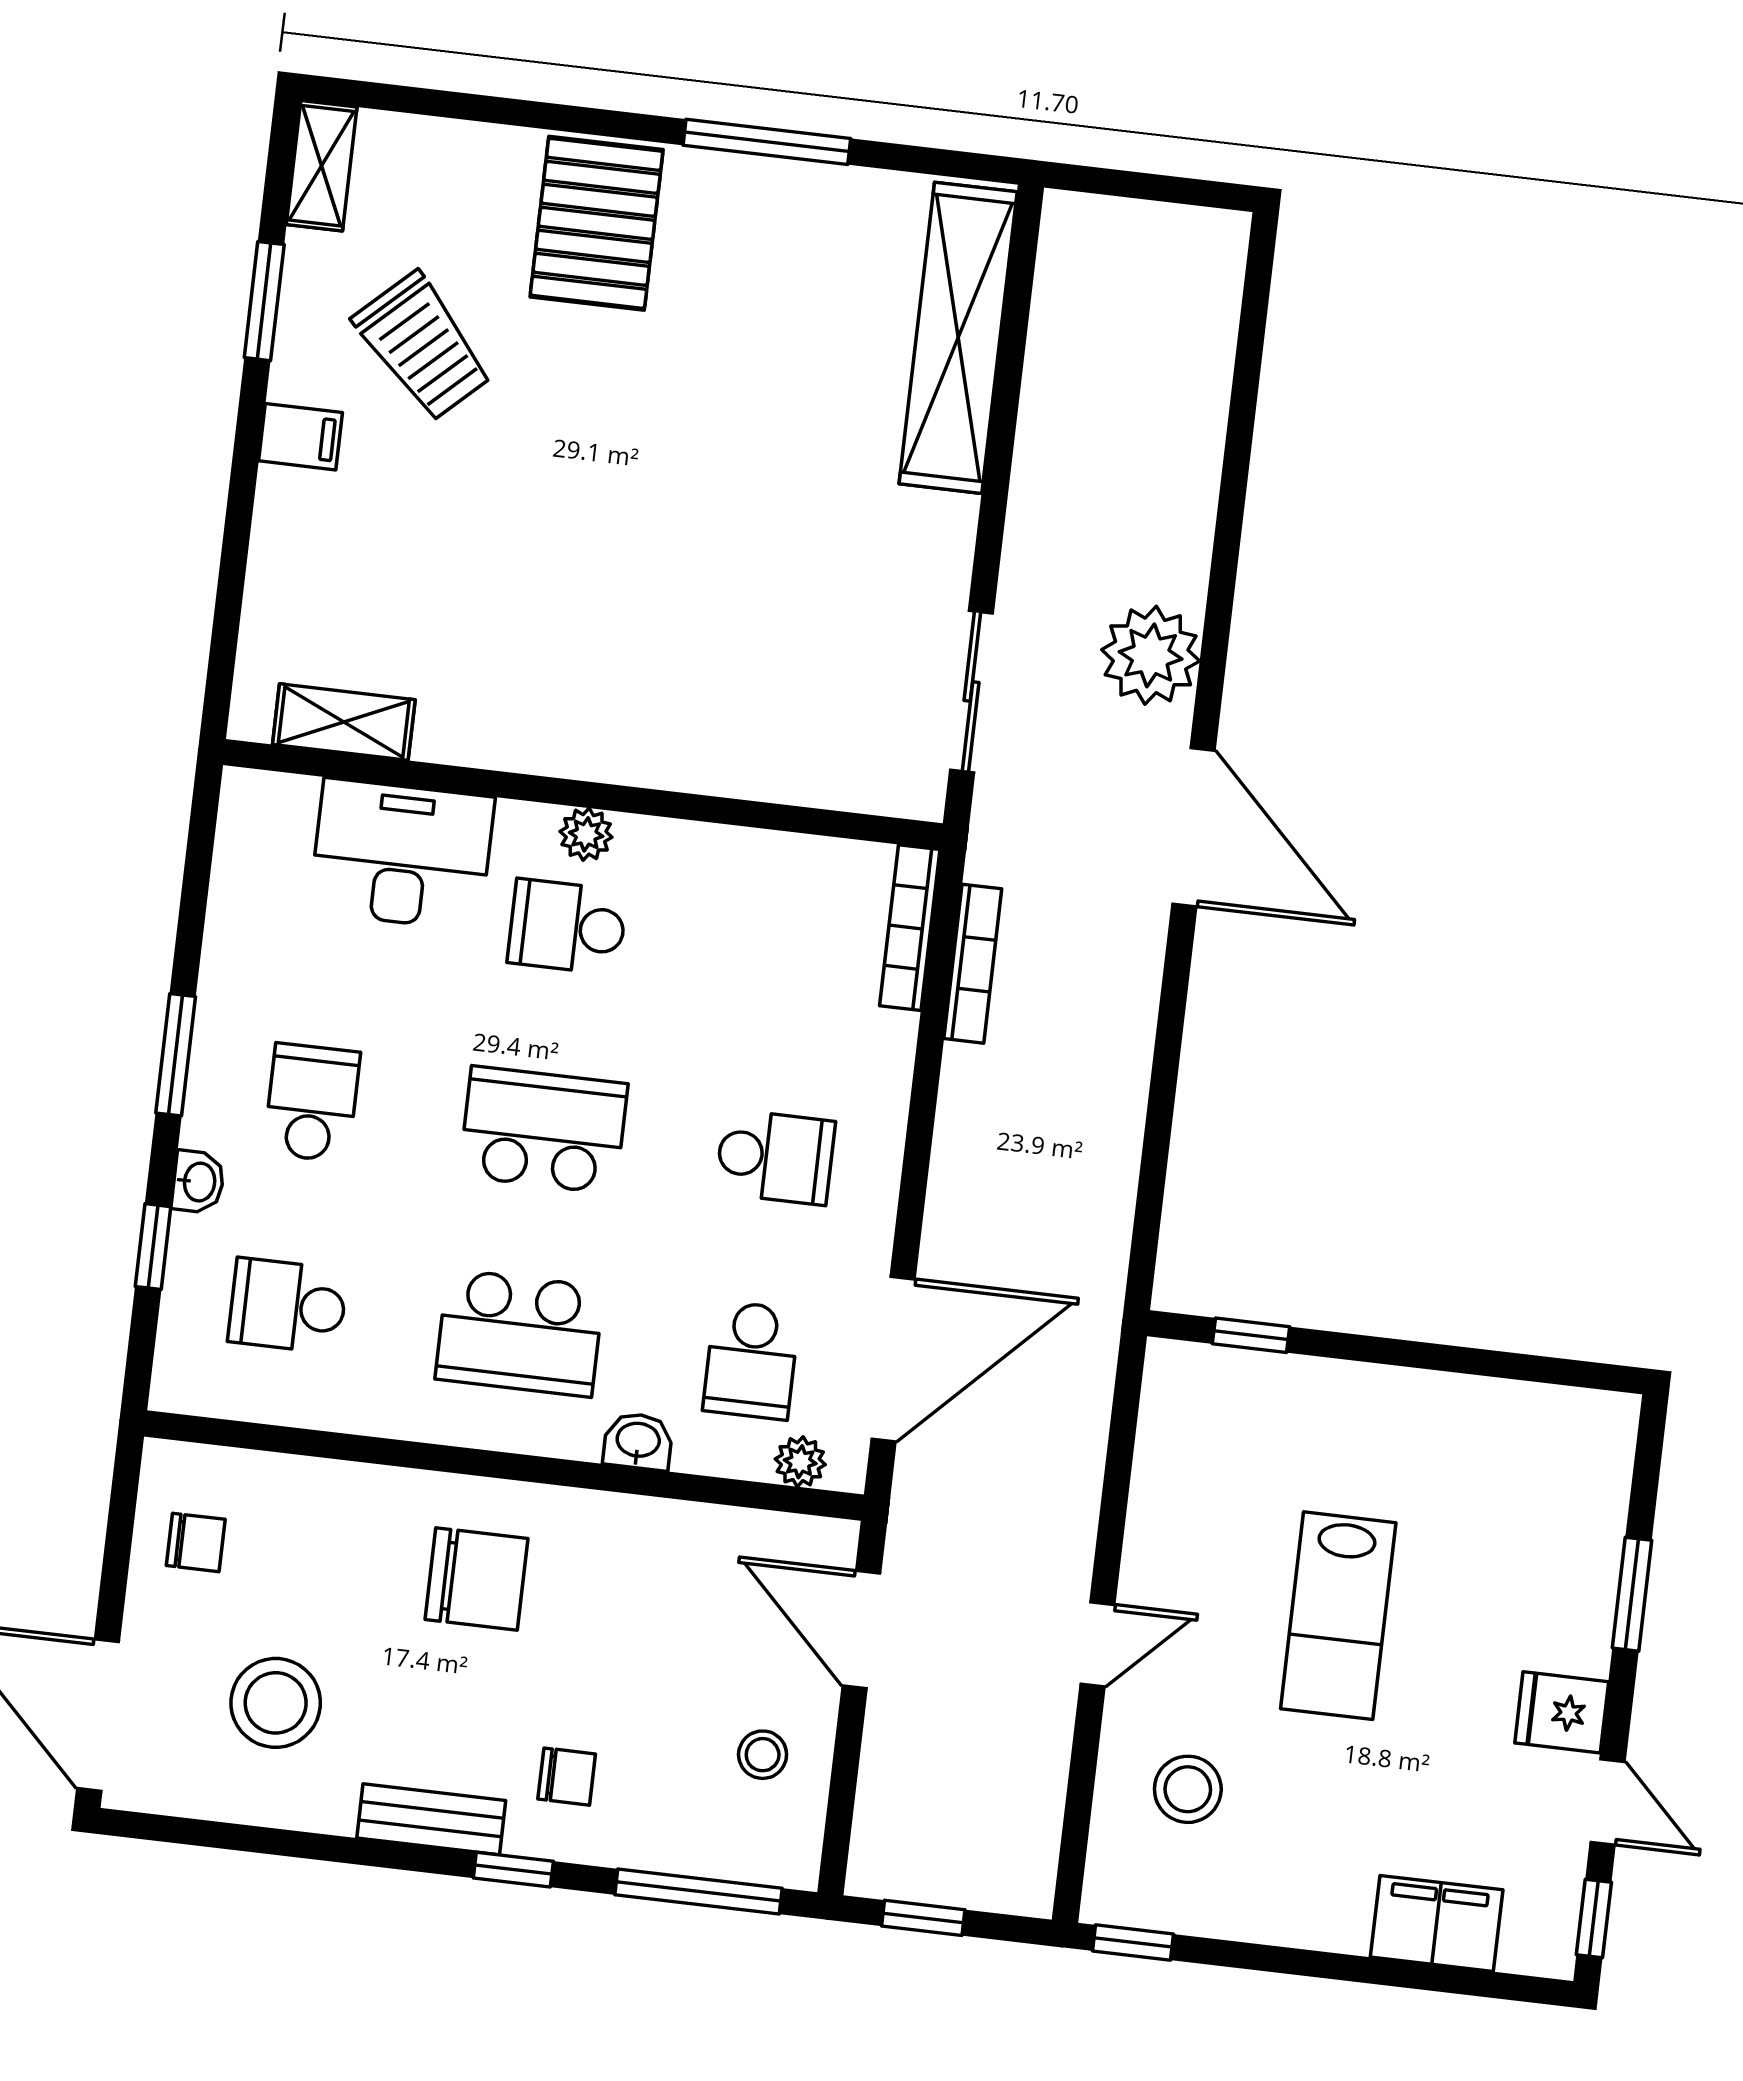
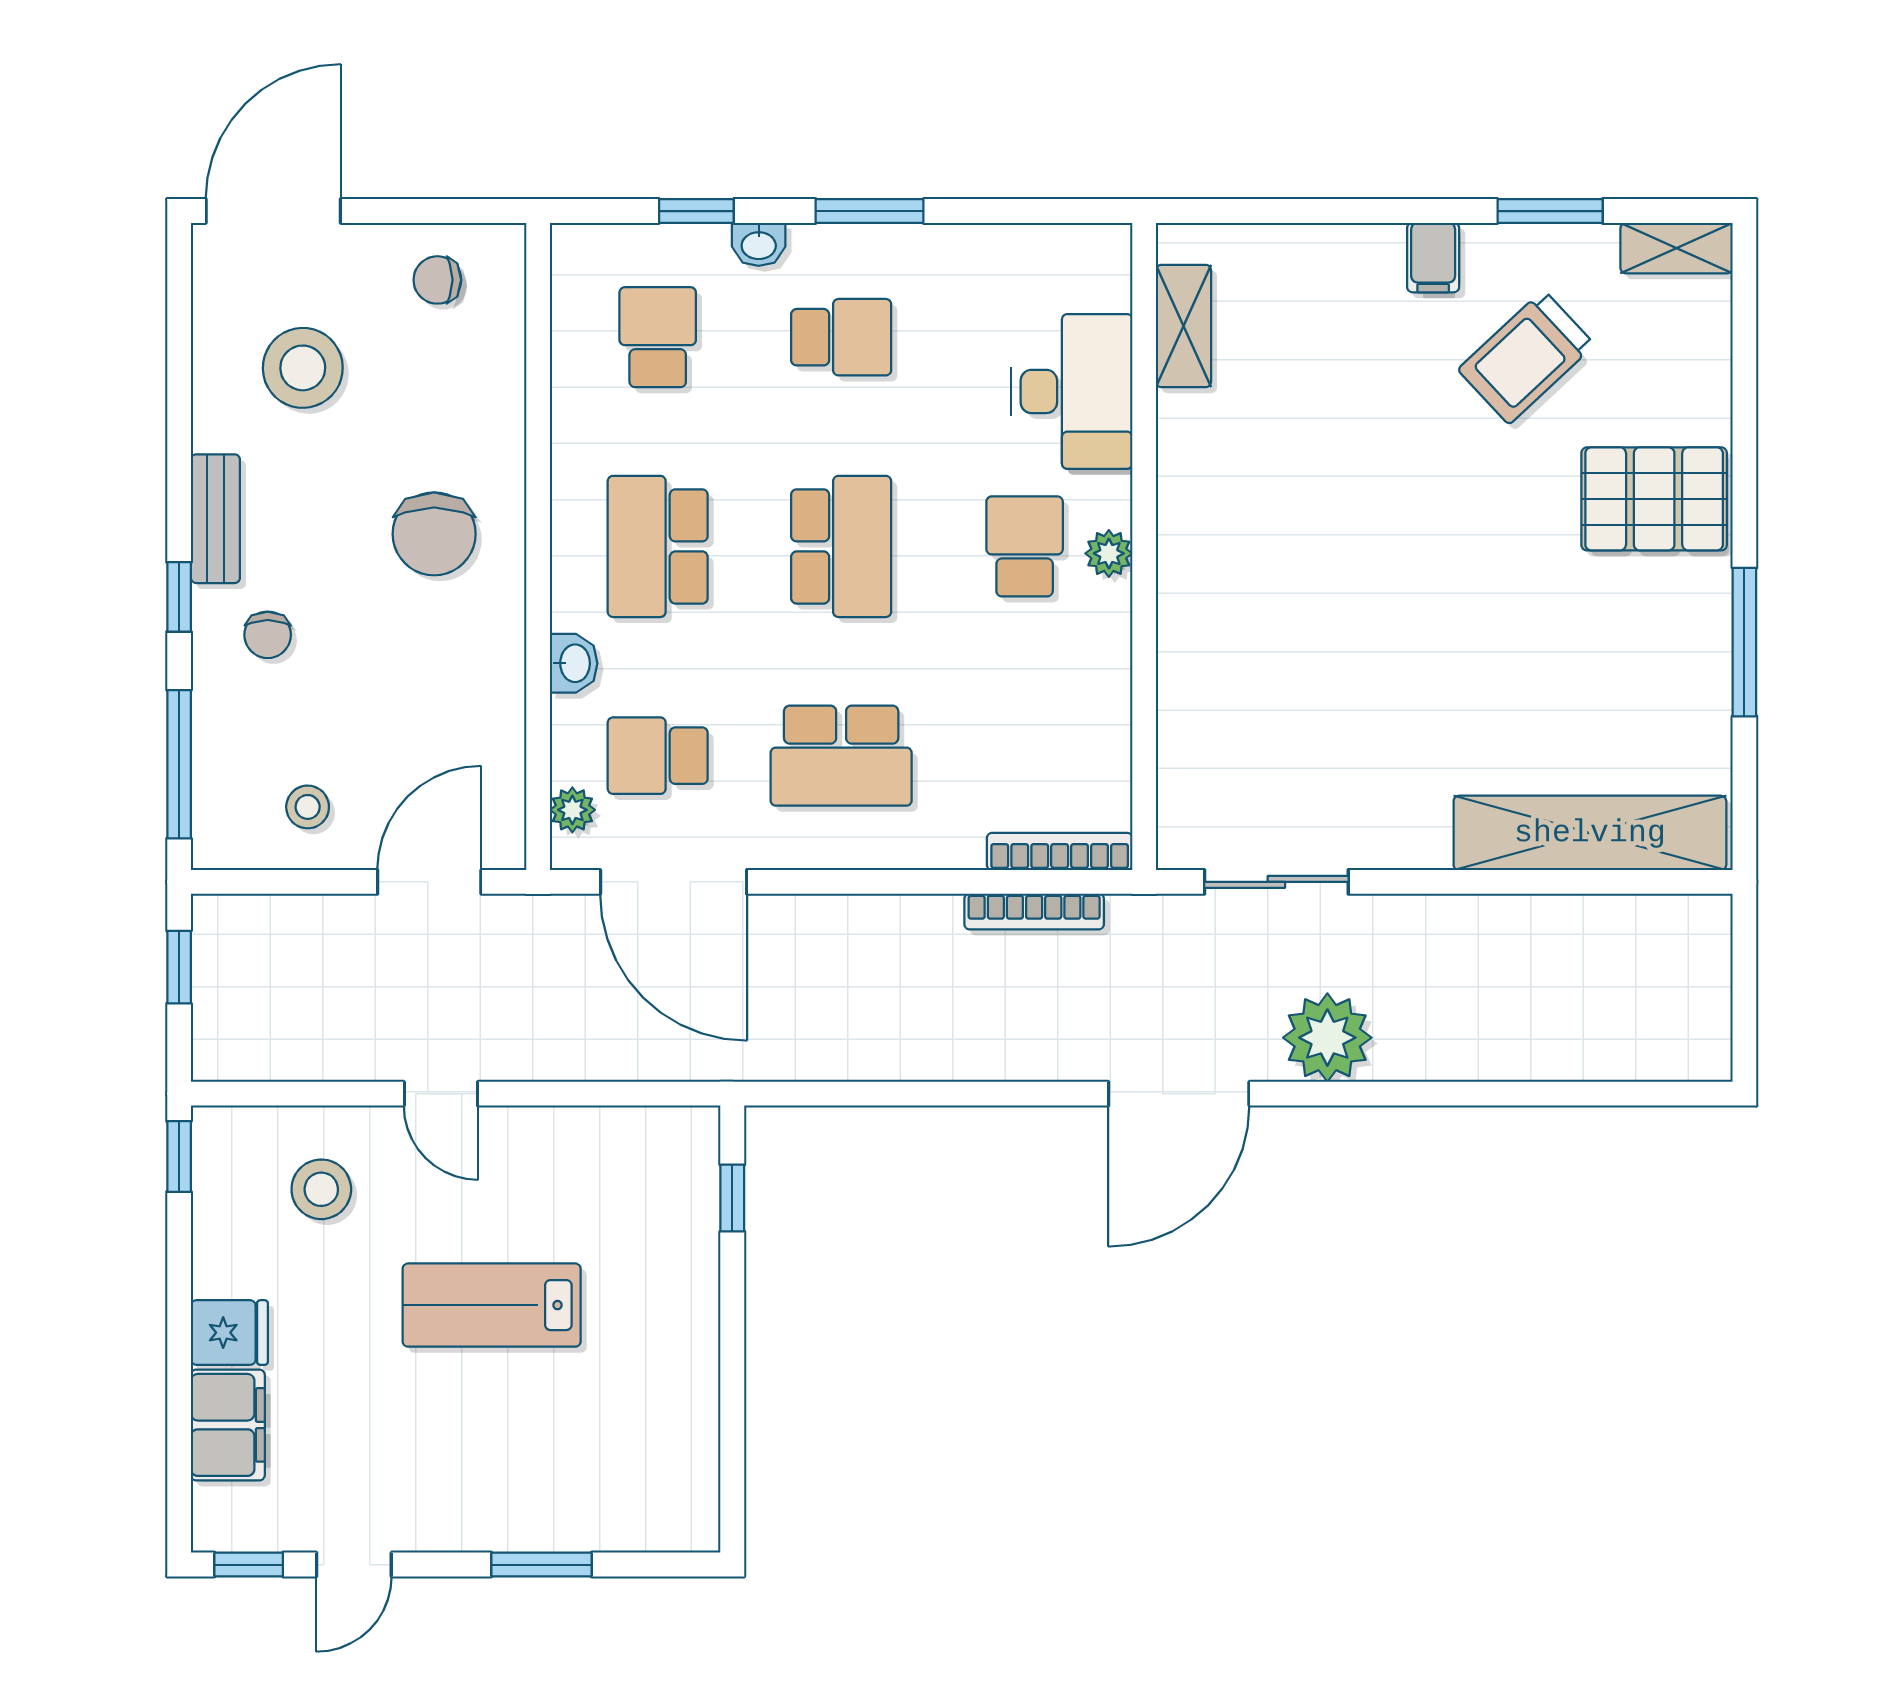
school desk: (775, 1157) -> (841, 756), width x1.85
chair: (196, 1542) -> (437, 280), turned 90
fridge: (1562, 1712) -> (229, 1333), moved, turned 90

